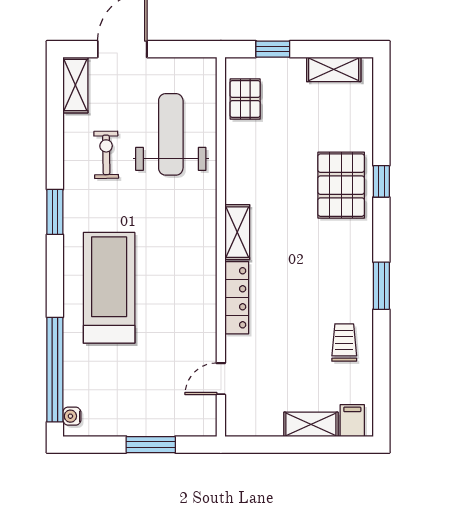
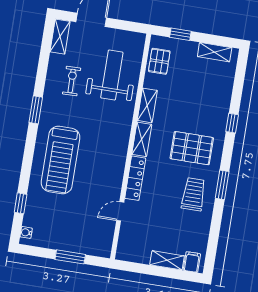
shelving: (237, 175) -> (147, 105), added
pallet: (341, 185) -> (192, 148), moved, turned 90
treadmill: (109, 288) -> (61, 160), turned 180
trolley: (344, 343) -> (193, 194), moved, width x1.36, depth x1.39
window: (55, 370) -> (21, 203), width x0.32
door: (221, 379) -> (120, 211), moved

